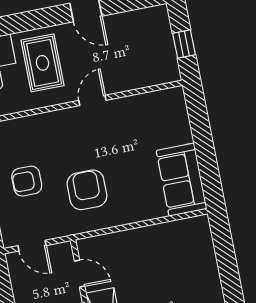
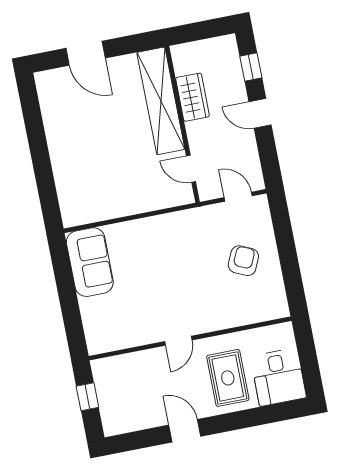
armchair: (27, 181) -> (243, 261), turned -66
armchair: (87, 190) -> (184, 252), removed

